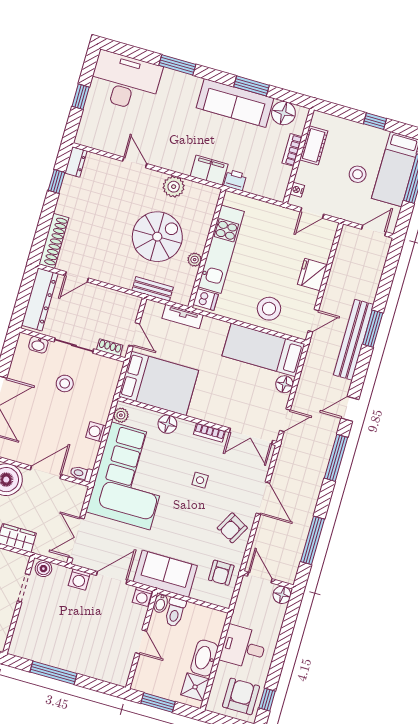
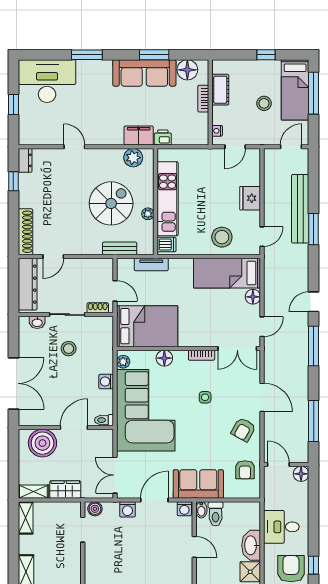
plant: (174, 187) -> (133, 158), moved
bench: (354, 340) -> (300, 209), moved

